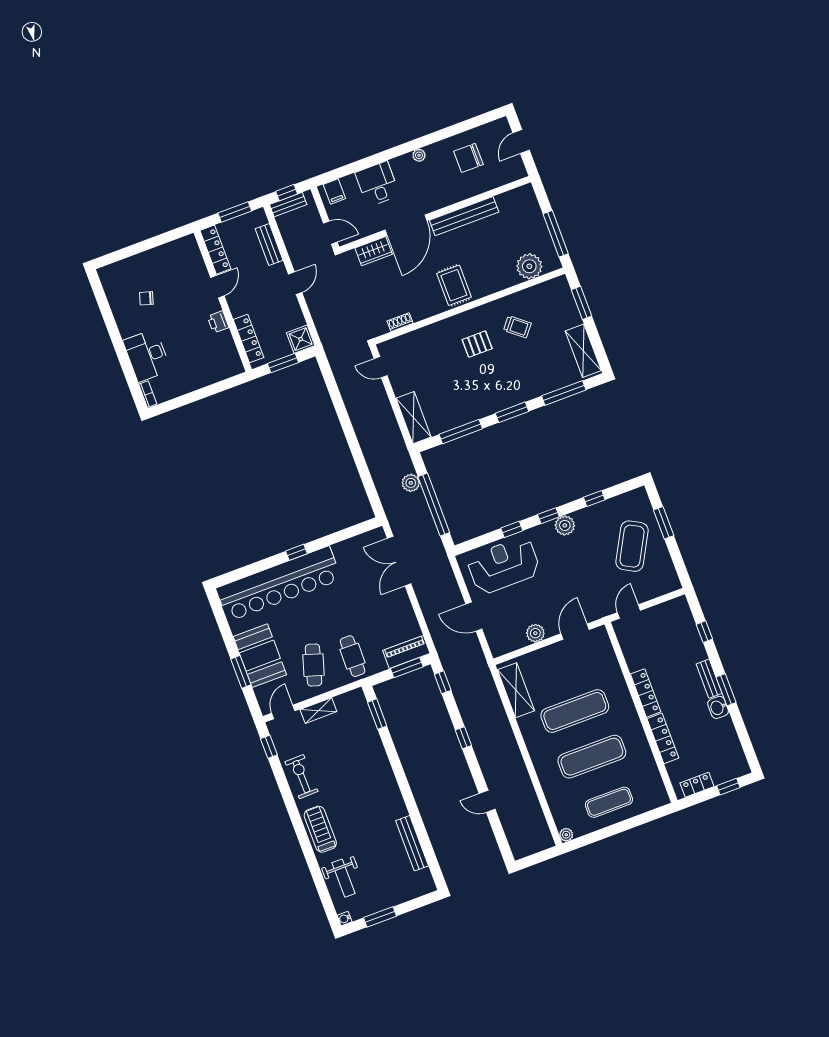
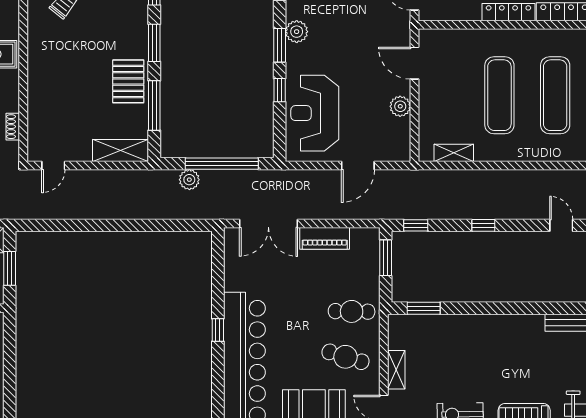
pallet: (477, 344) -> (128, 81), moved, width x1.50, depth x1.42
window: (548, 516) -> (280, 45), width x1.50
piano: (406, 652) -> (325, 238), moved, turned -90
shelving: (516, 690) -> (454, 153), width x0.67, depth x0.75
door: (487, 801) -> (561, 225), swing flipped

